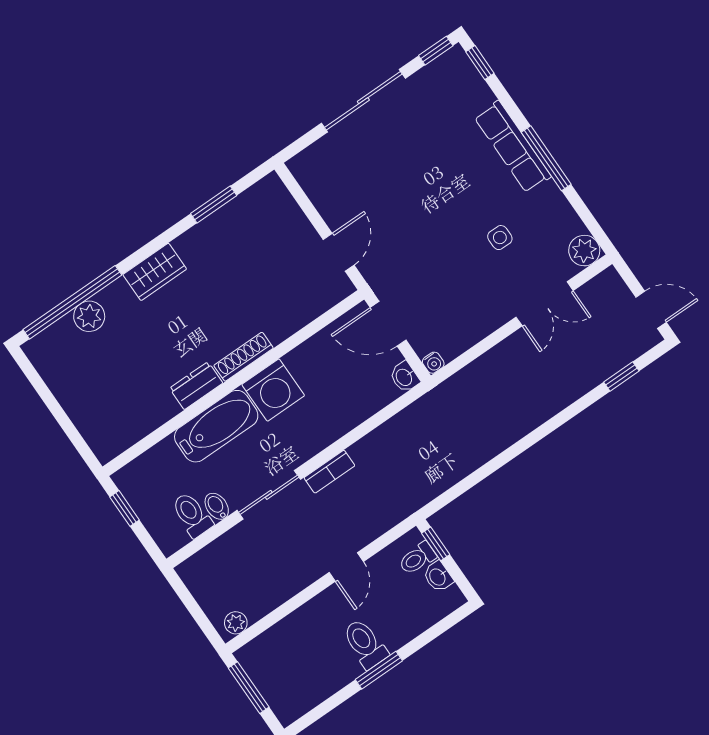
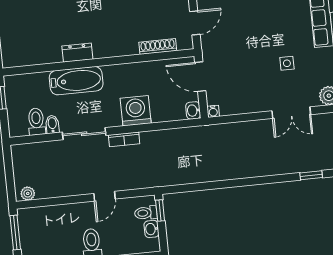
shoe rack: (244, 357) -> (158, 46), moved
washing machine: (273, 390) -> (136, 111), moved, turned 180

